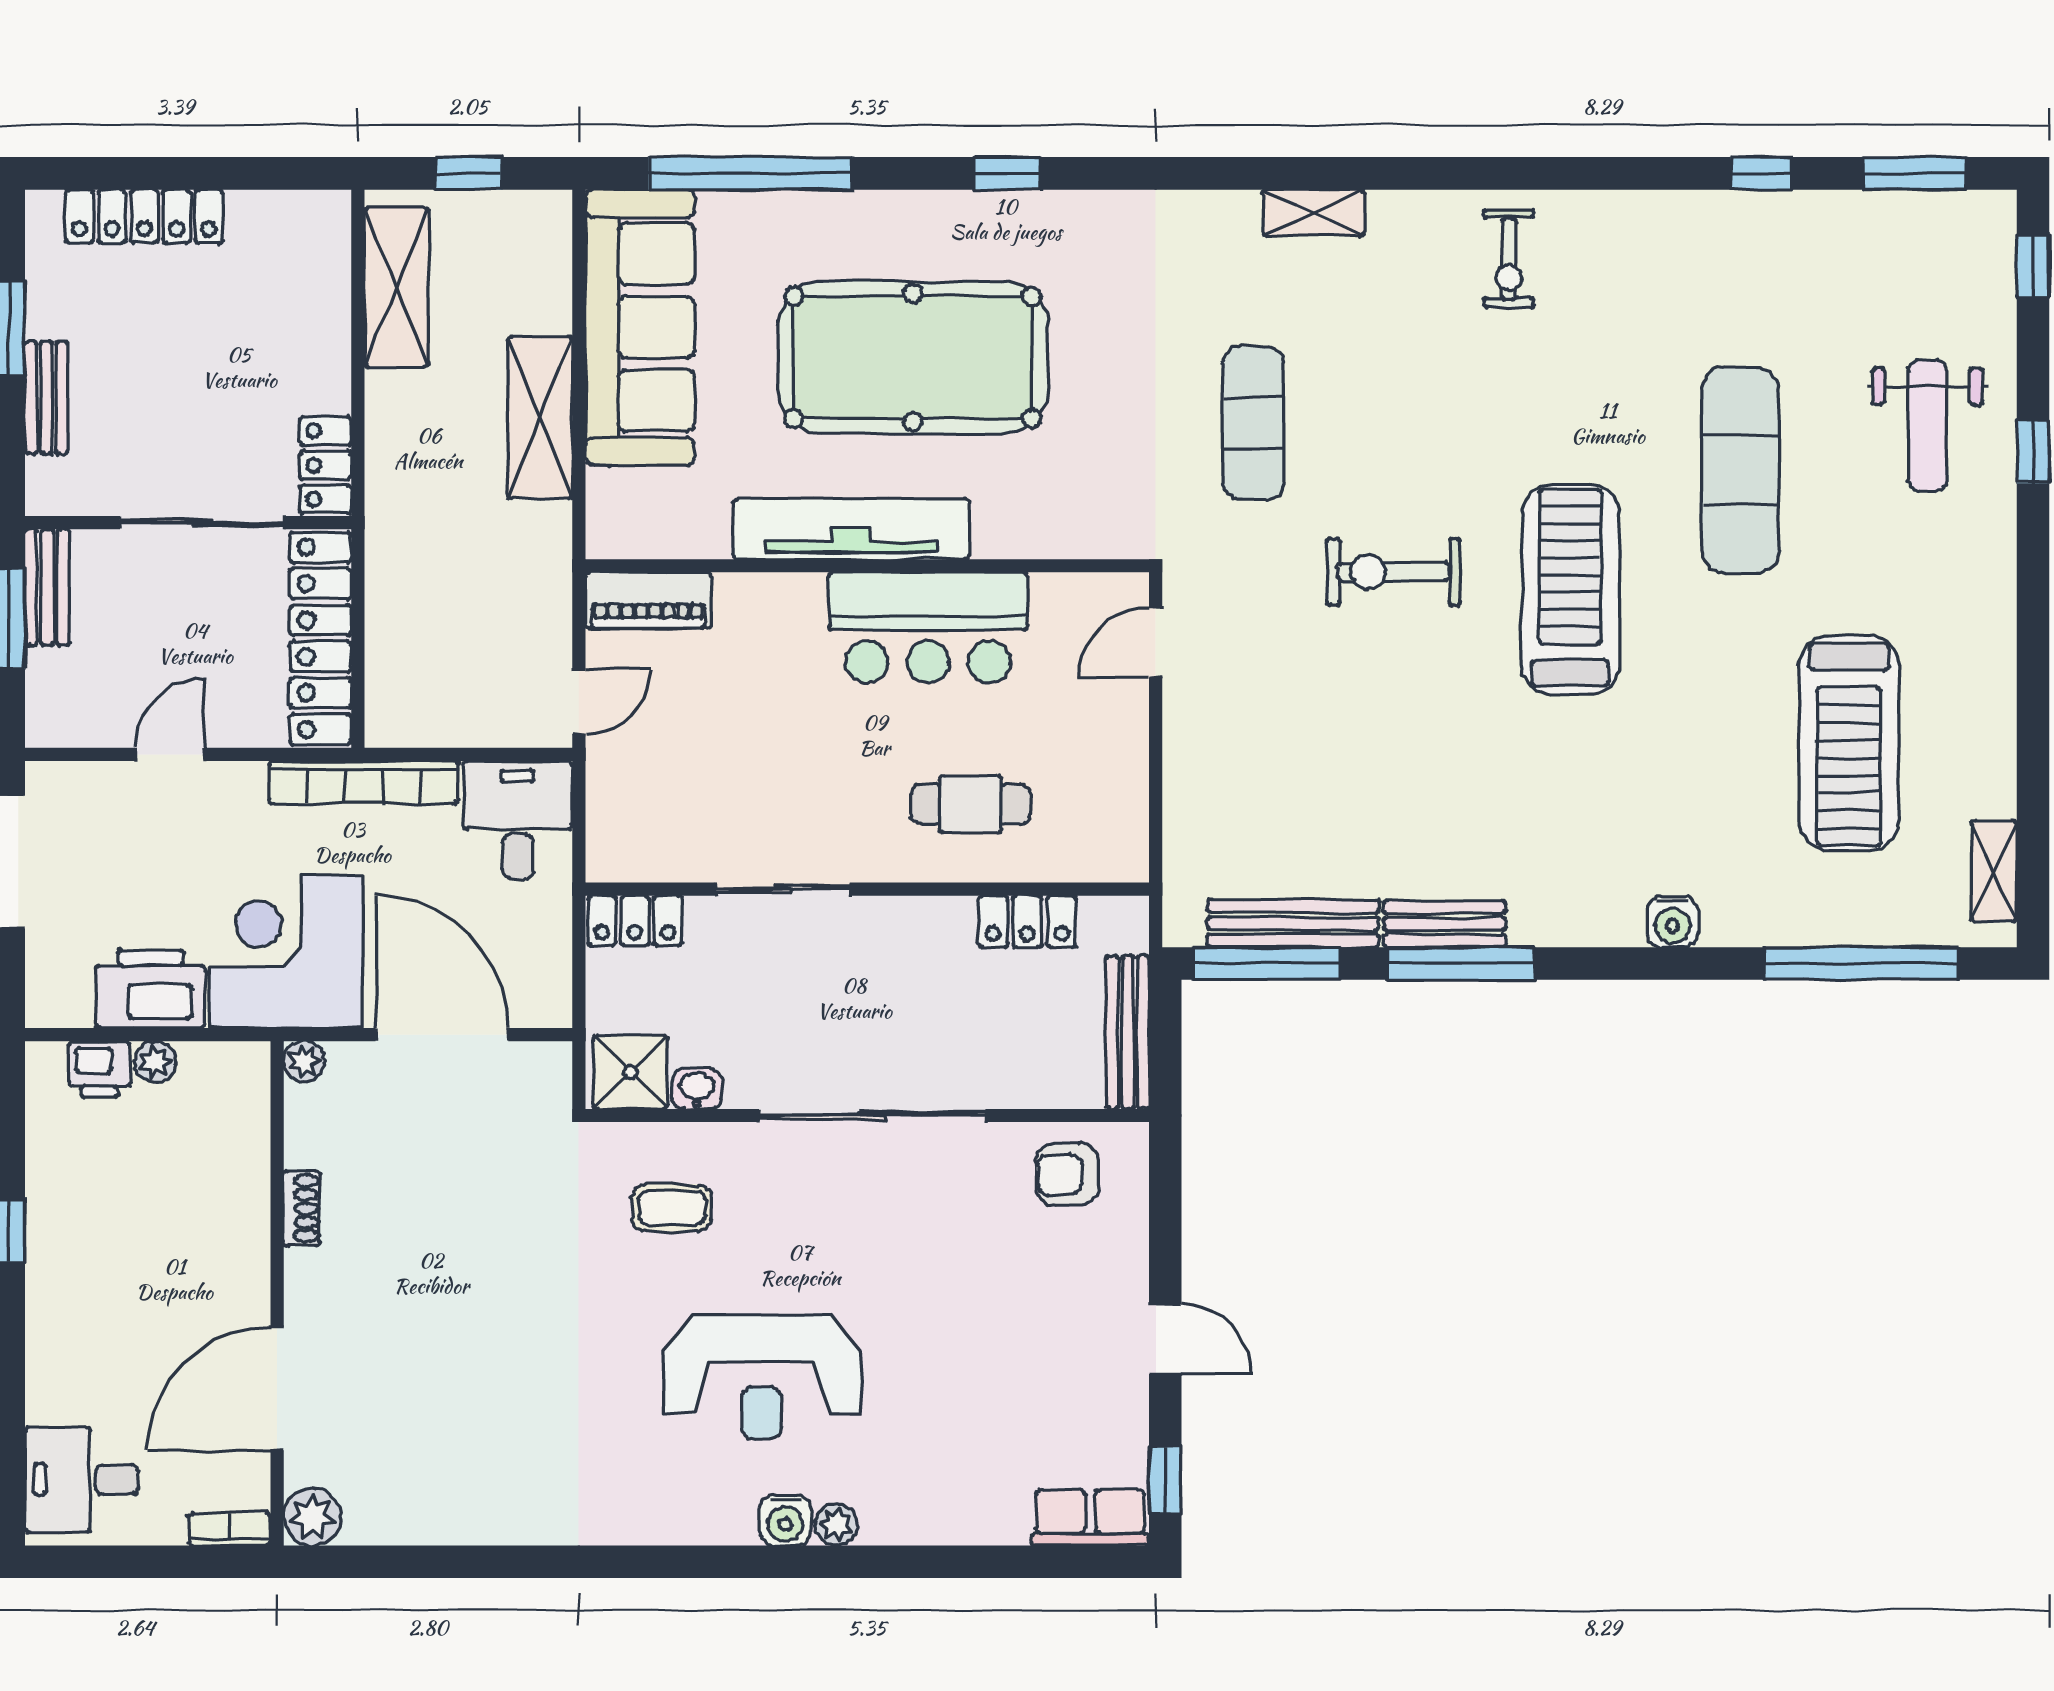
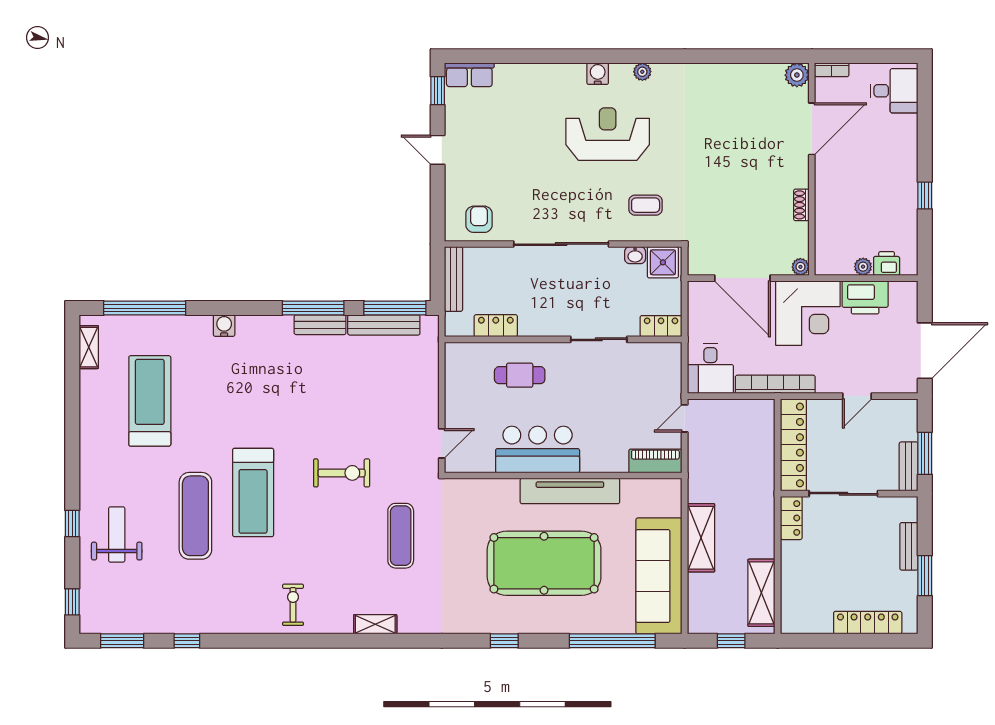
treadmill: (1570, 589) -> (253, 492), moved
armchair: (1067, 1174) -> (479, 219), turned -87
plant: (836, 1525) -> (642, 72), moved

